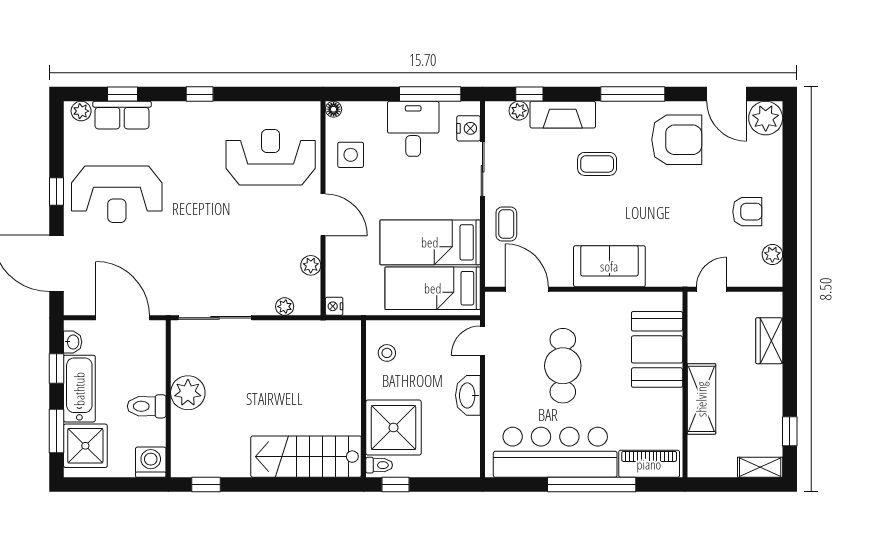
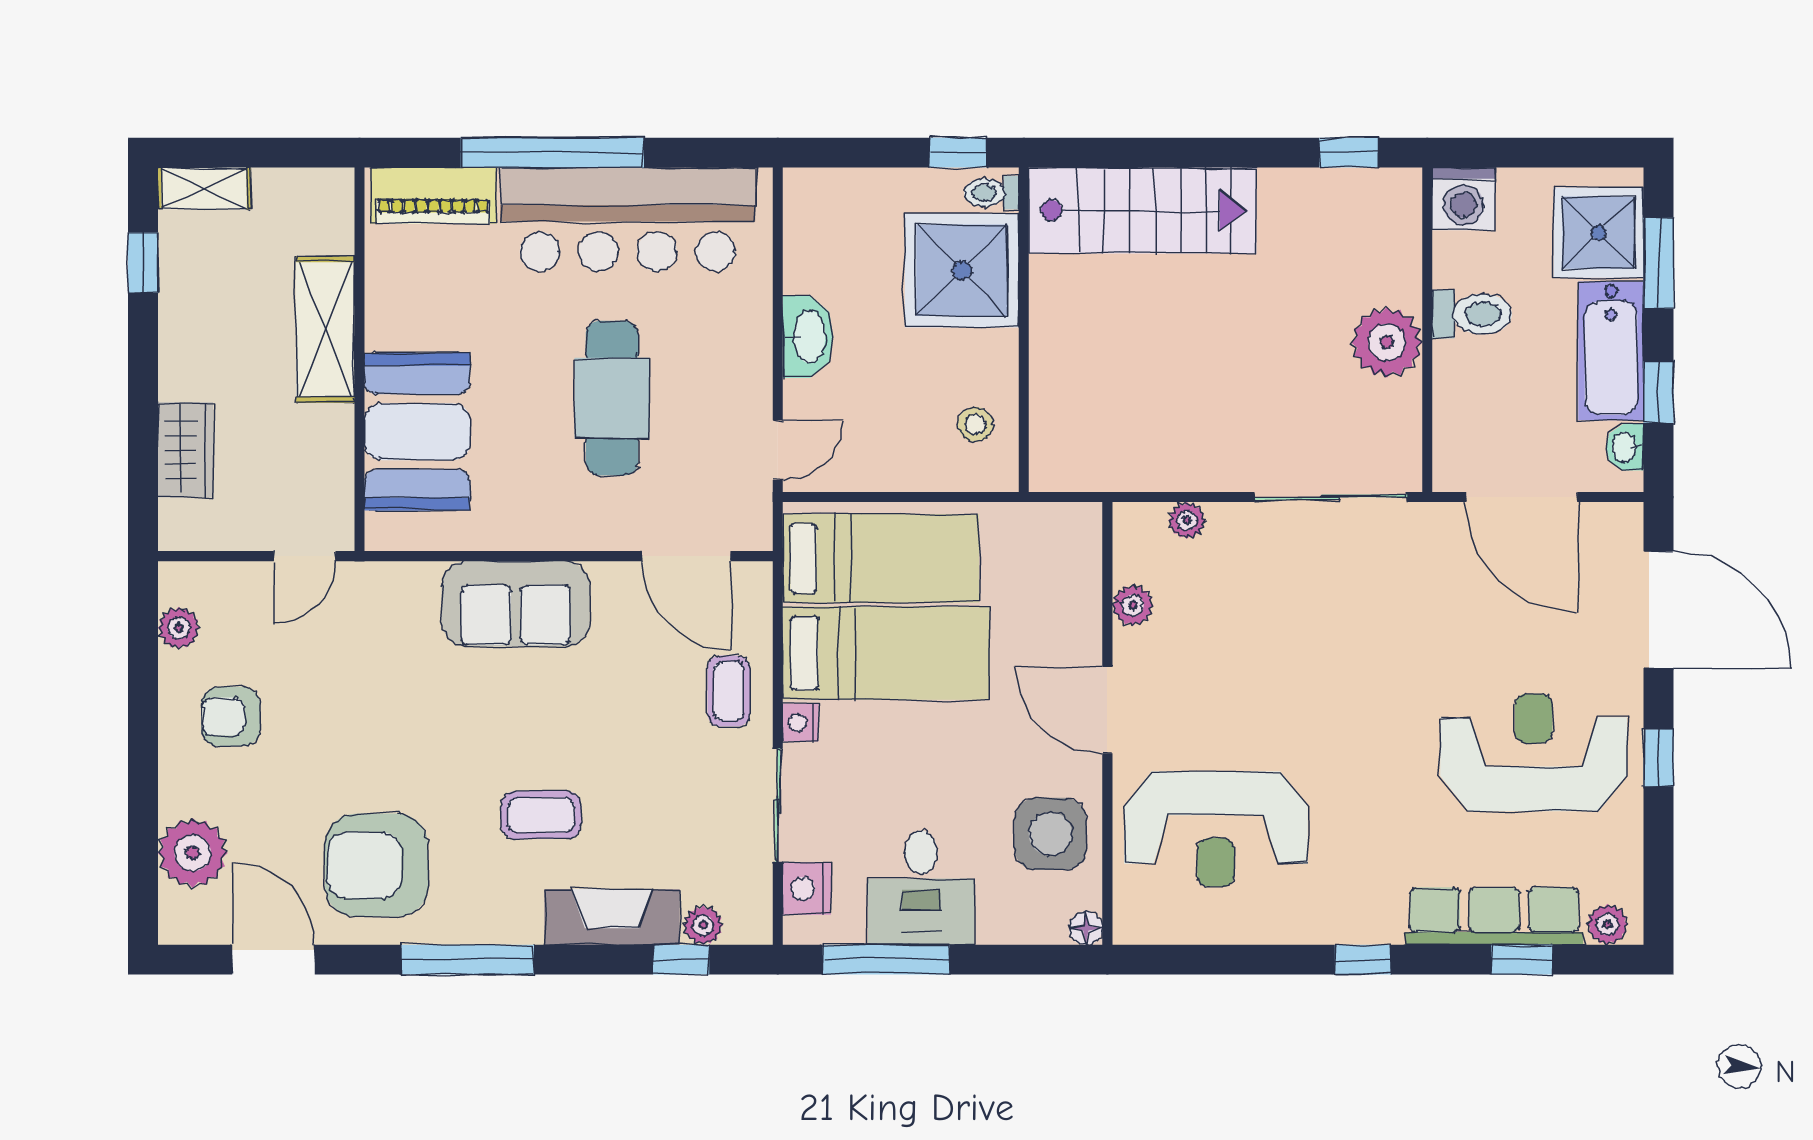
row of seats: (122, 115) -> (1494, 916), width x1.48
plant: (766, 118) -> (193, 853), moved
side table: (351, 155) -> (1050, 834), width x1.37, depth x1.37
nightstand: (334, 306) -> (801, 722), moved, turned 180

